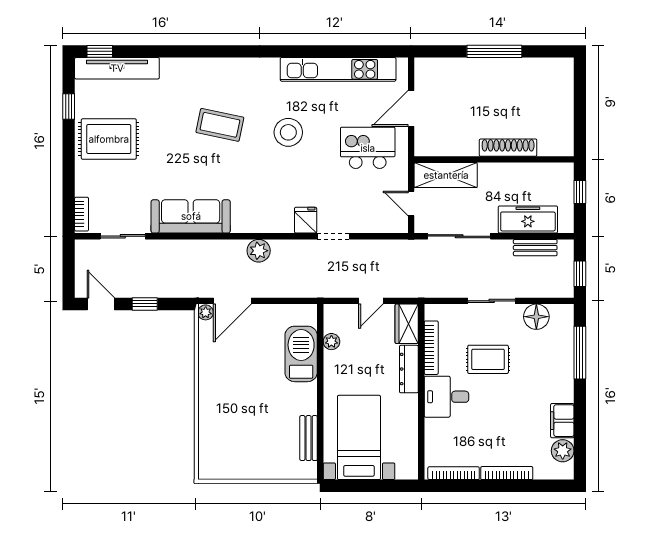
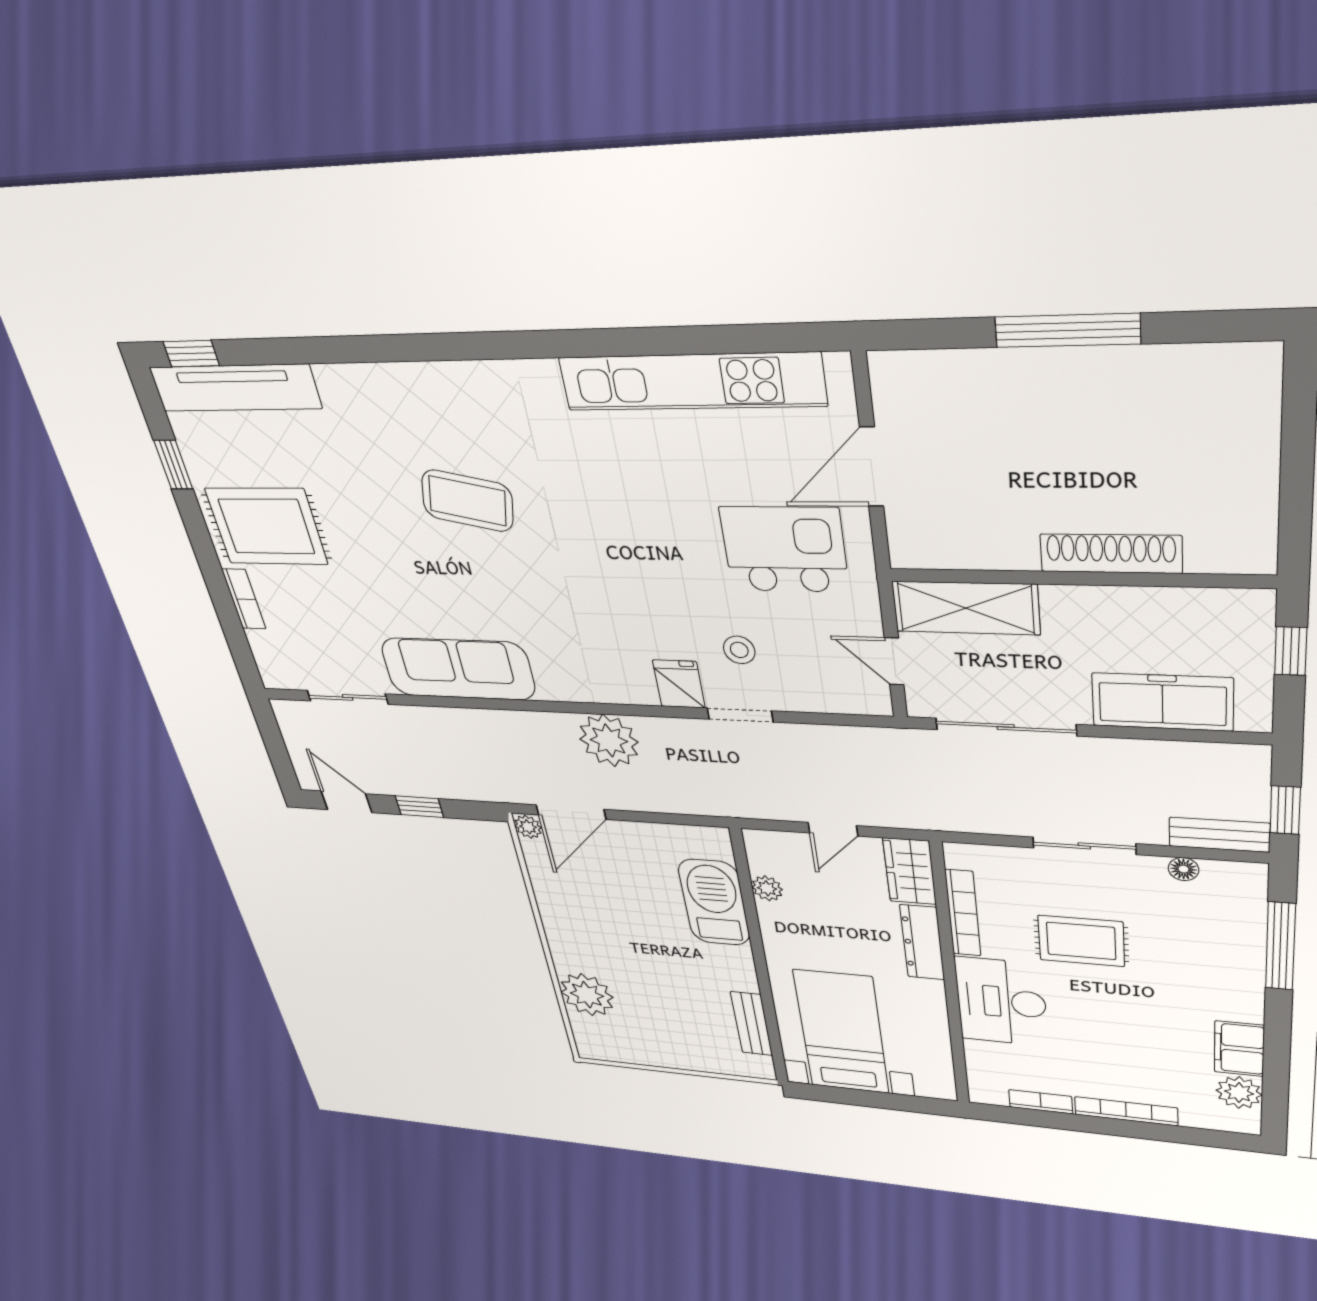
stool: (288, 132) -> (739, 650), moved, width x0.53, depth x0.53
bookcase: (82, 214) -> (244, 599), moved
bench: (535, 248) -> (1219, 835), moved
plant: (259, 251) -> (609, 741), width x1.36, depth x1.36
floor lamp: (536, 317) -> (1184, 869), width x0.53, depth x0.53
desk: (446, 397) -> (1001, 1002), width x1.37
plant: (214, 429) -> (587, 995), added
bookcase: (454, 473) -> (1041, 1102), width x0.64

